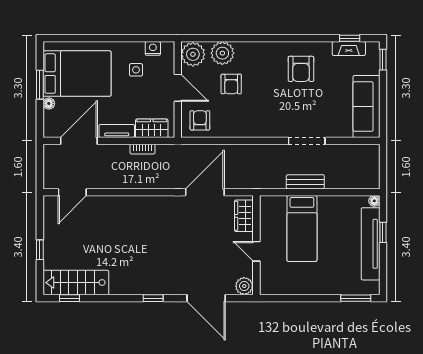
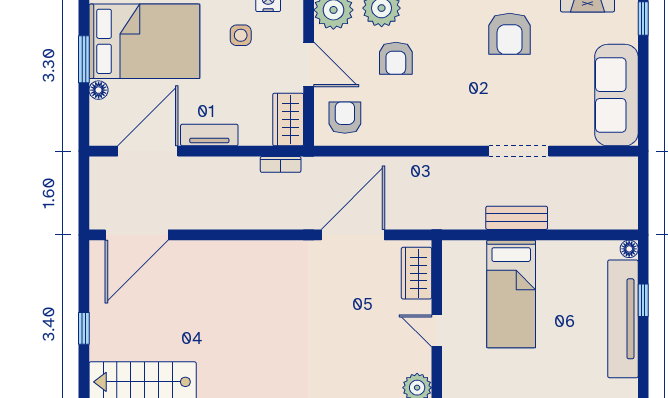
wardrobe: (152, 128) -> (288, 120), moved, turned -90
bookcase: (143, 149) -> (281, 164), moved
door: (72, 192) -> (137, 235), width x1.36

